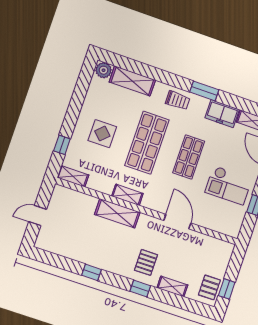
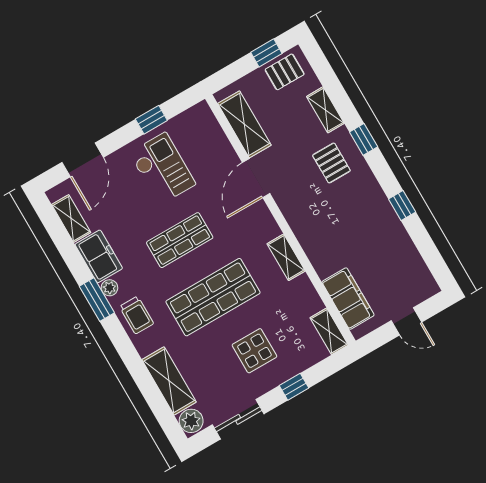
sliding door: (80, 91) -> (238, 419), added
trolley: (178, 100) -> (137, 315), turned 180
plant: (203, 102) -> (109, 288), added
window: (62, 145) -> (294, 387), moved
filing cabinet: (78, 201) -> (348, 299), added
shelving: (117, 213) -> (244, 124), moved
pallet: (146, 262) -> (331, 163), turned 90

